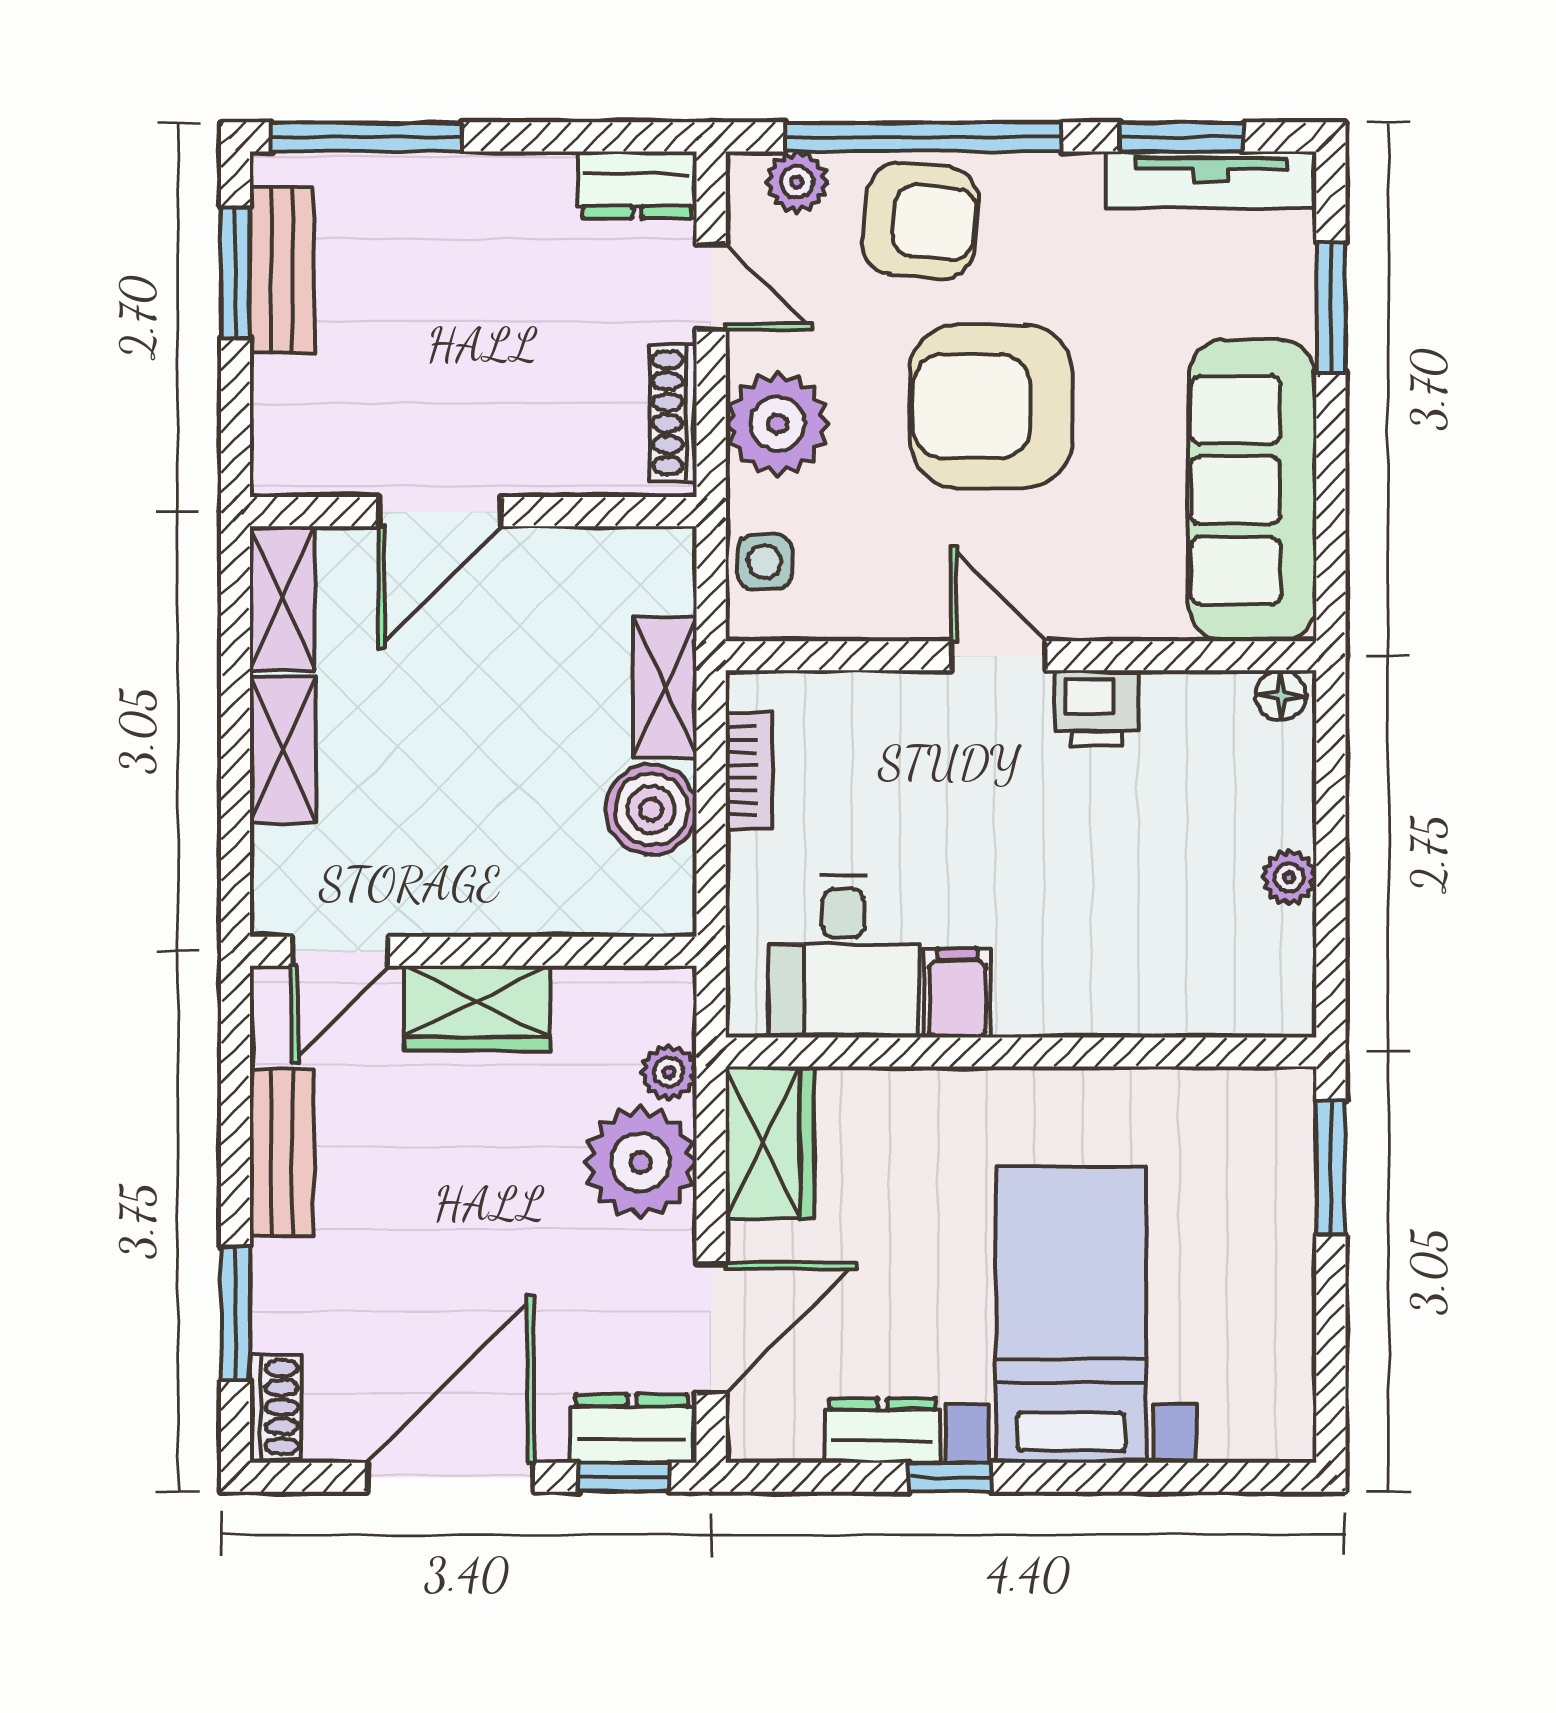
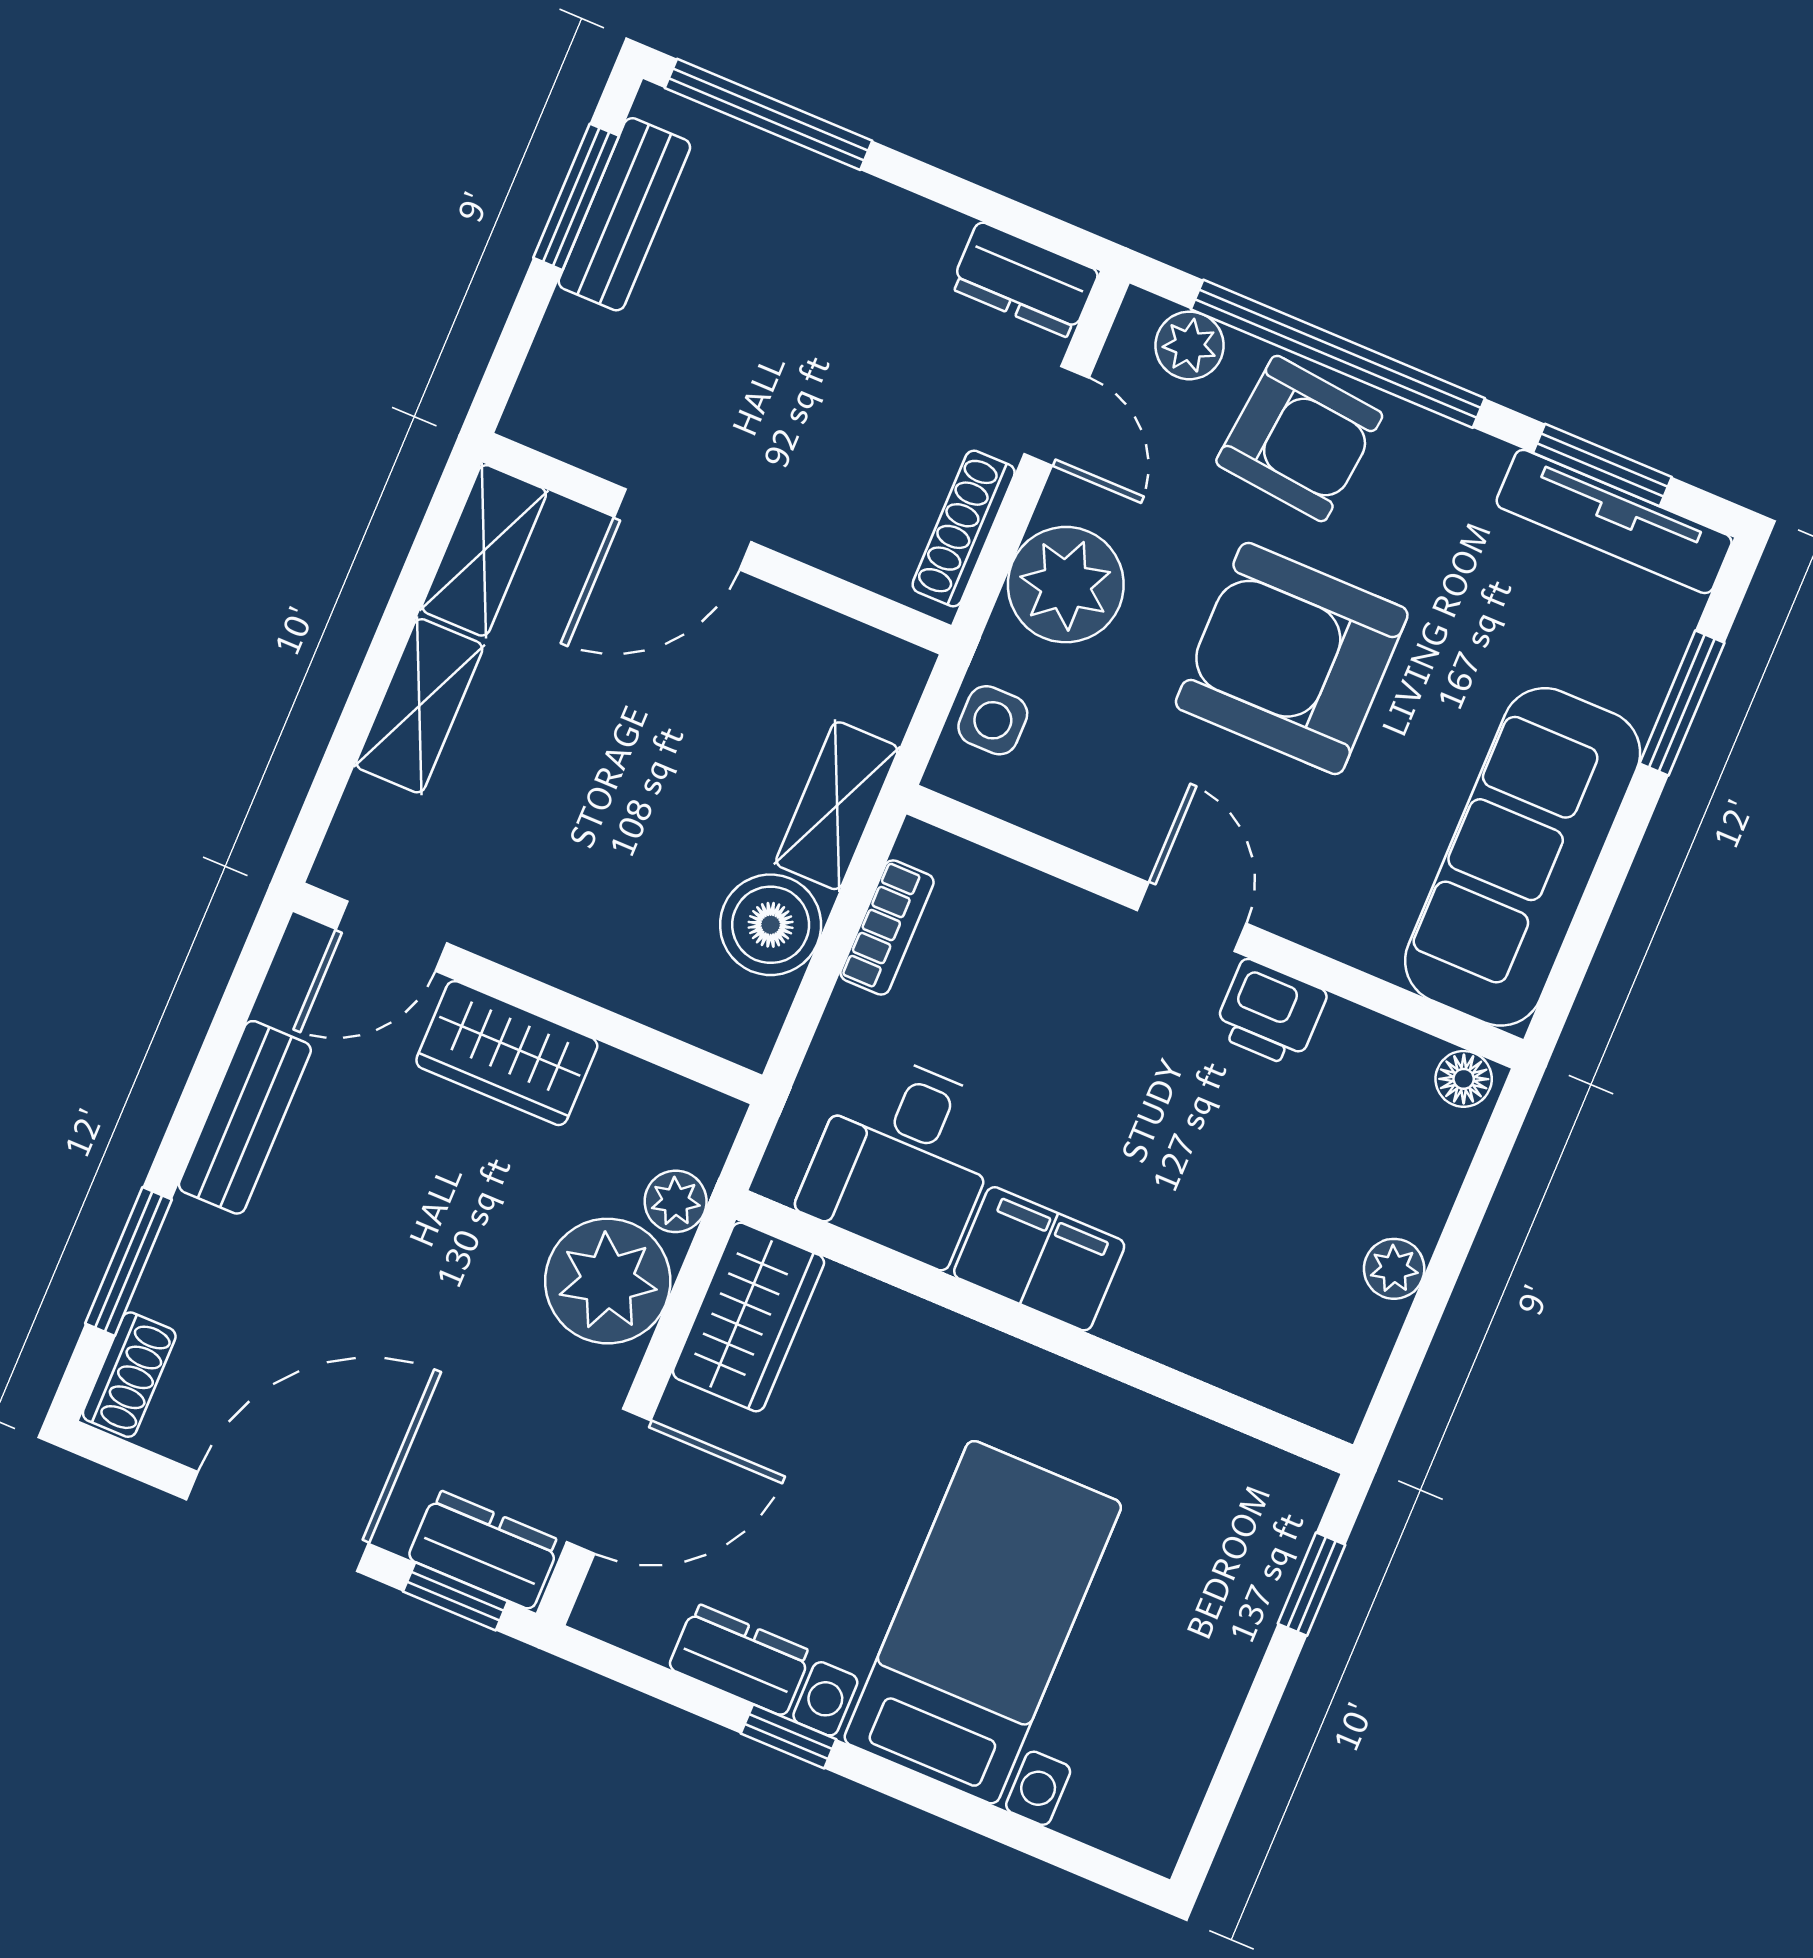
filing cabinet: (958, 993) -> (1039, 1259), width x2.00
window: (1331, 1168) -> (1312, 1584), width x0.67

